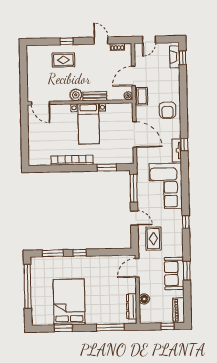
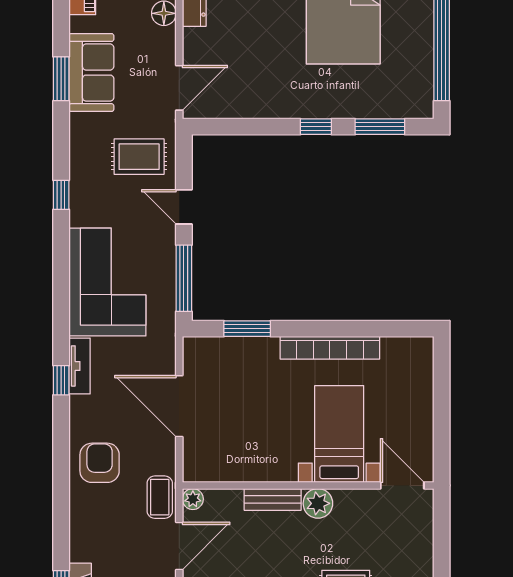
bed with nightstands: (89, 124) -> (339, 434), moved
rug: (153, 239) -> (139, 157), turned 90

